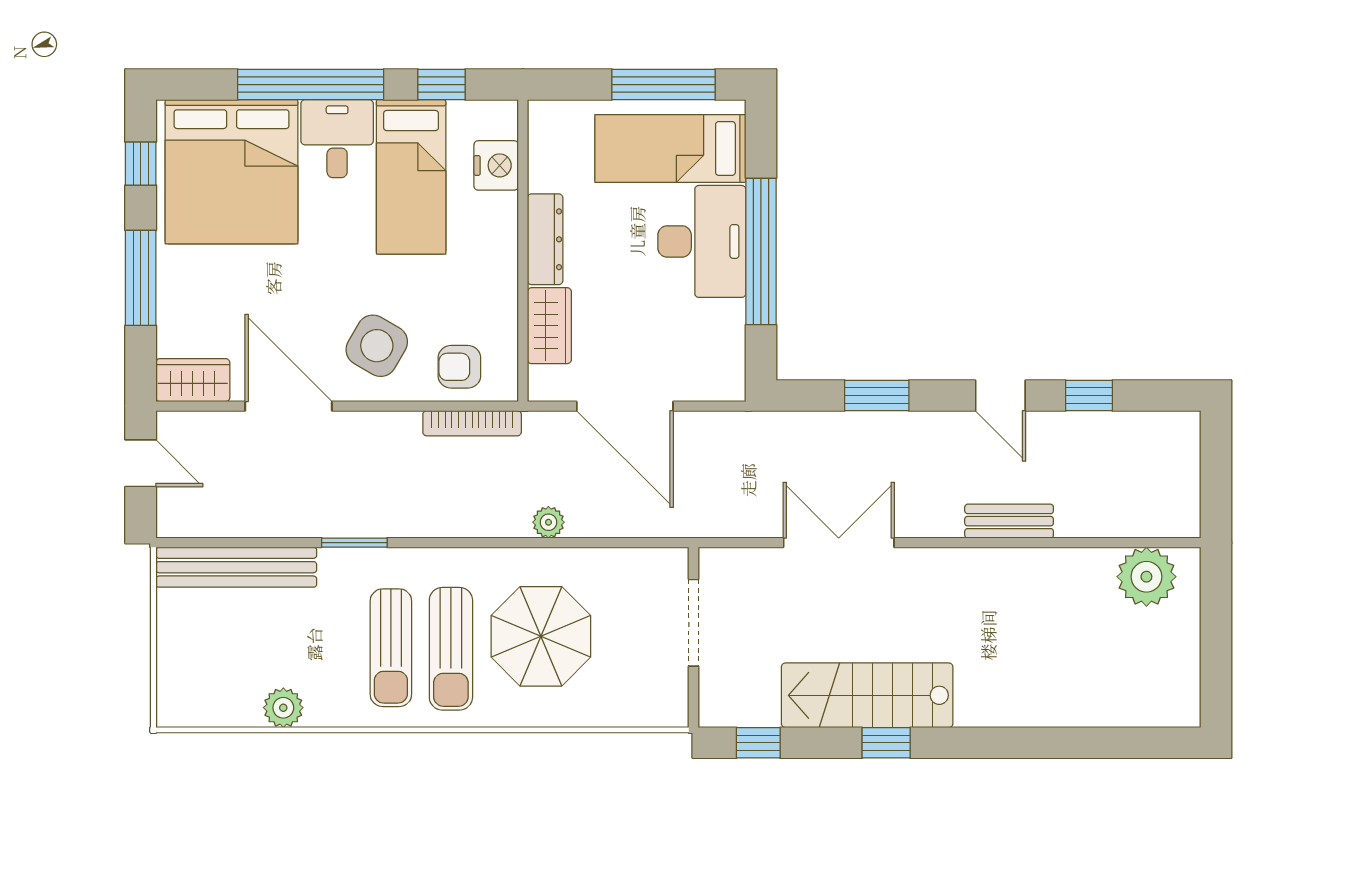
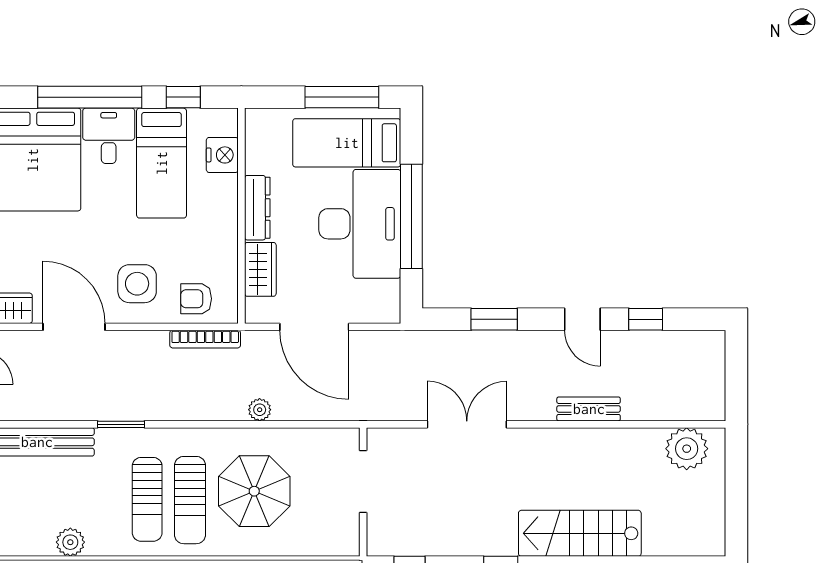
desk: (702, 241) -> (360, 224), width x1.36, depth x1.30
side table: (377, 346) -> (137, 284), turned -30
stairs: (867, 695) -> (580, 533), moved

